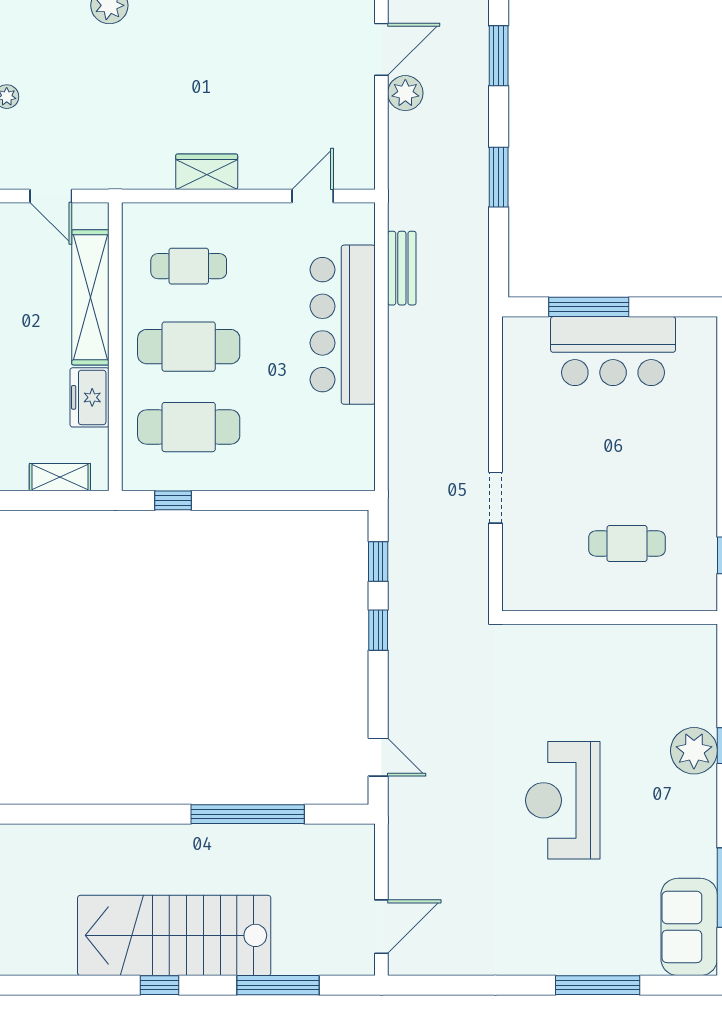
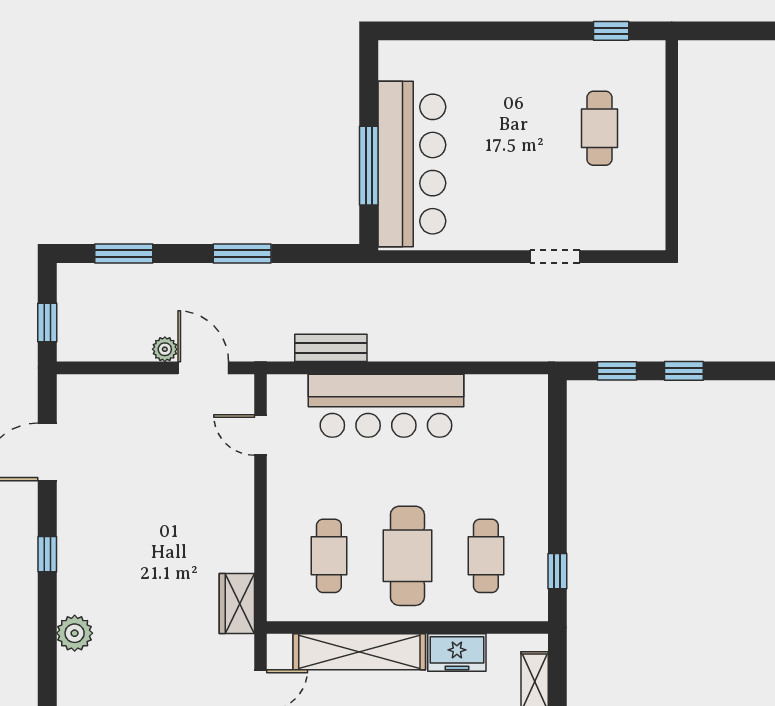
door: (381, 49) -> (203, 368), moved
plant: (405, 93) -> (165, 349), width x0.73, depth x0.73
wardrobe: (207, 172) -> (237, 603), moved
bar counter: (613, 351) -> (412, 164), width x1.36
cafe table: (189, 427) -> (486, 556), width x0.73, depth x0.74

